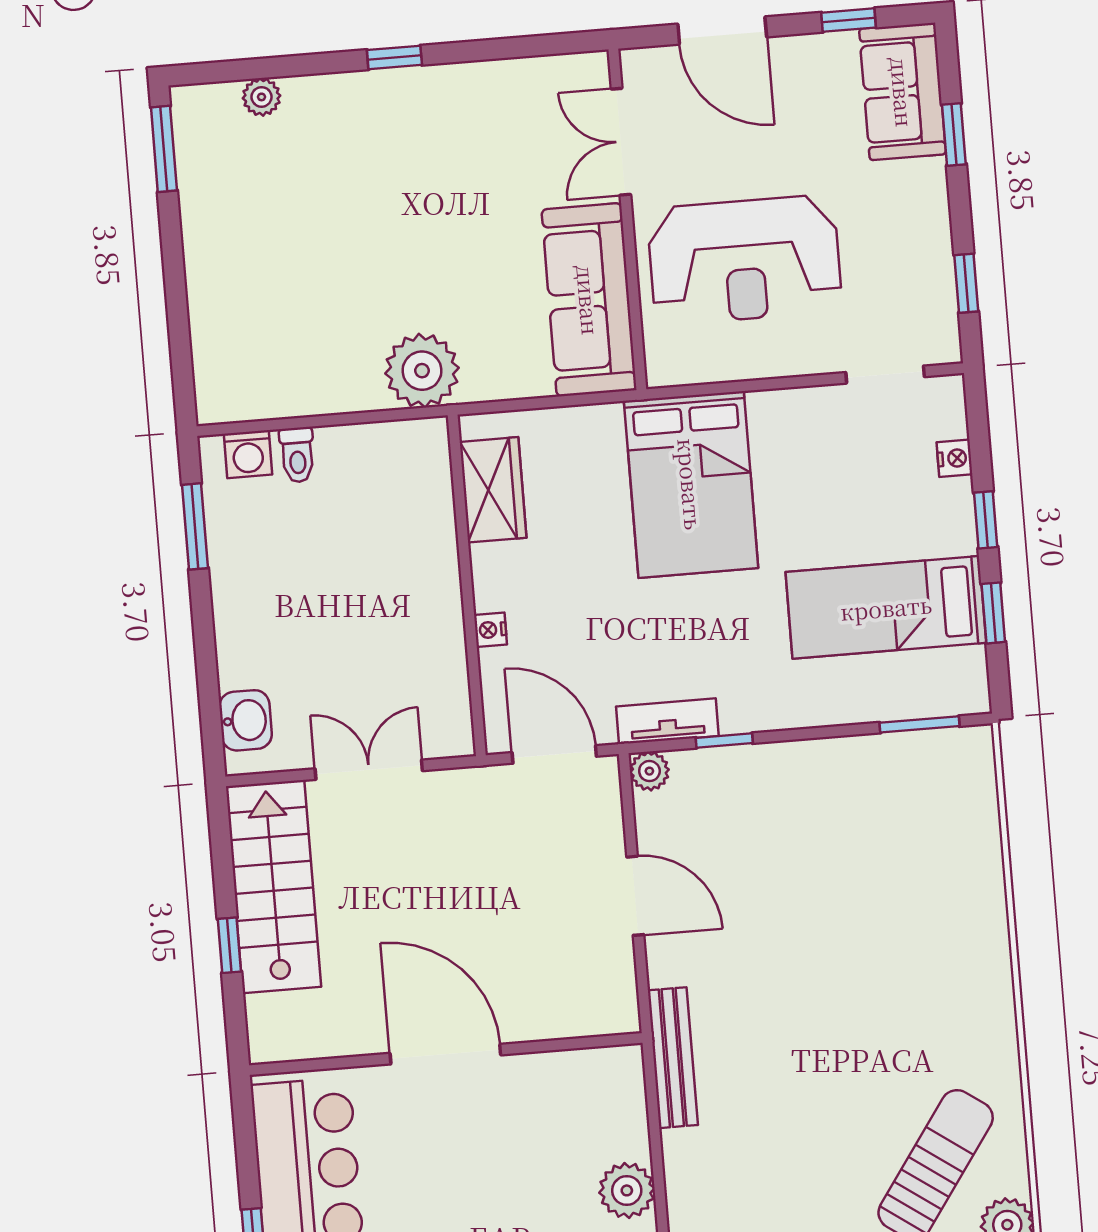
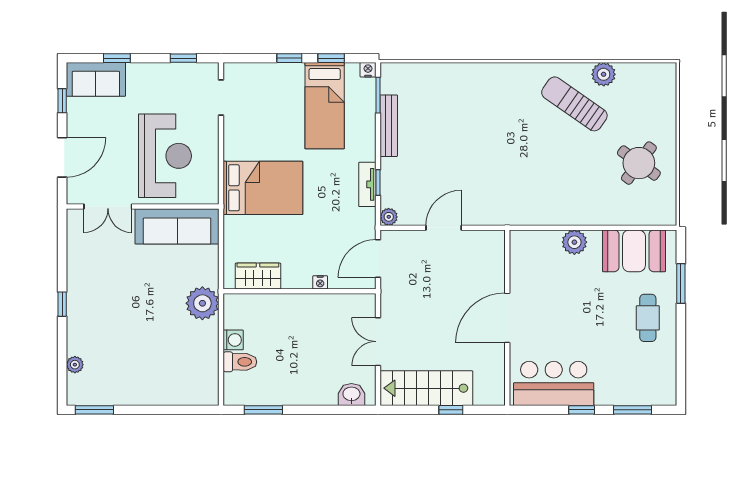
washing machine: (248, 454) -> (233, 340), moved
toilet: (297, 455) -> (240, 362), width x1.37, depth x1.39
nightstand: (954, 458) -> (368, 70), moved
tv unit: (667, 721) -> (367, 184), moved
bench: (673, 1058) -> (389, 126), moved, turned 90

